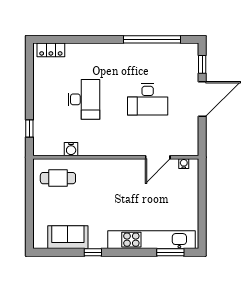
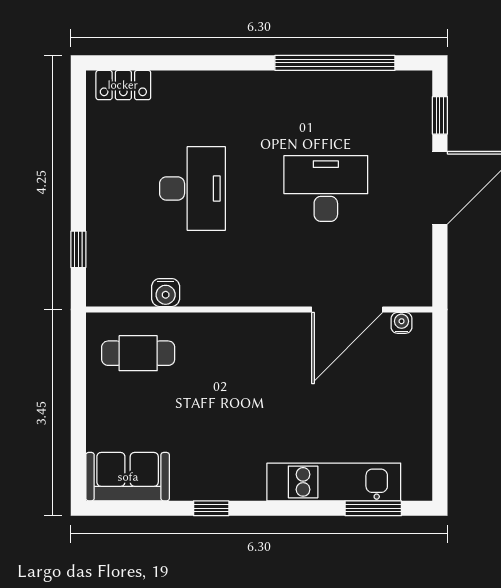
desk: (148, 99) -> (326, 188), turned 180
door: (158, 157) -> (347, 310), width x1.36
sofa: (68, 237) -> (128, 477), moved
kitchen unit: (151, 240) -> (334, 482), width x0.73

